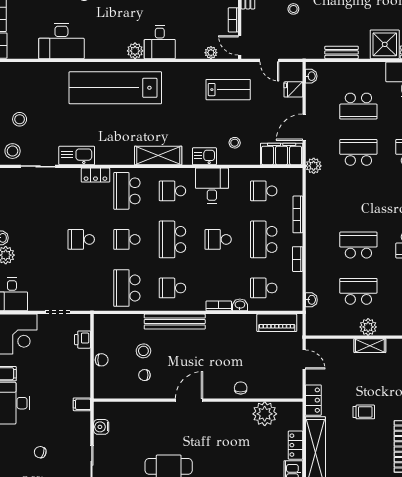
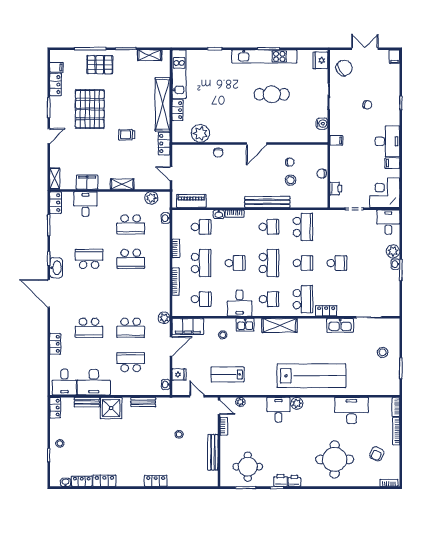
stool: (13, 151) -> (388, 329), removed
plant: (368, 327) -> (151, 198), moved

